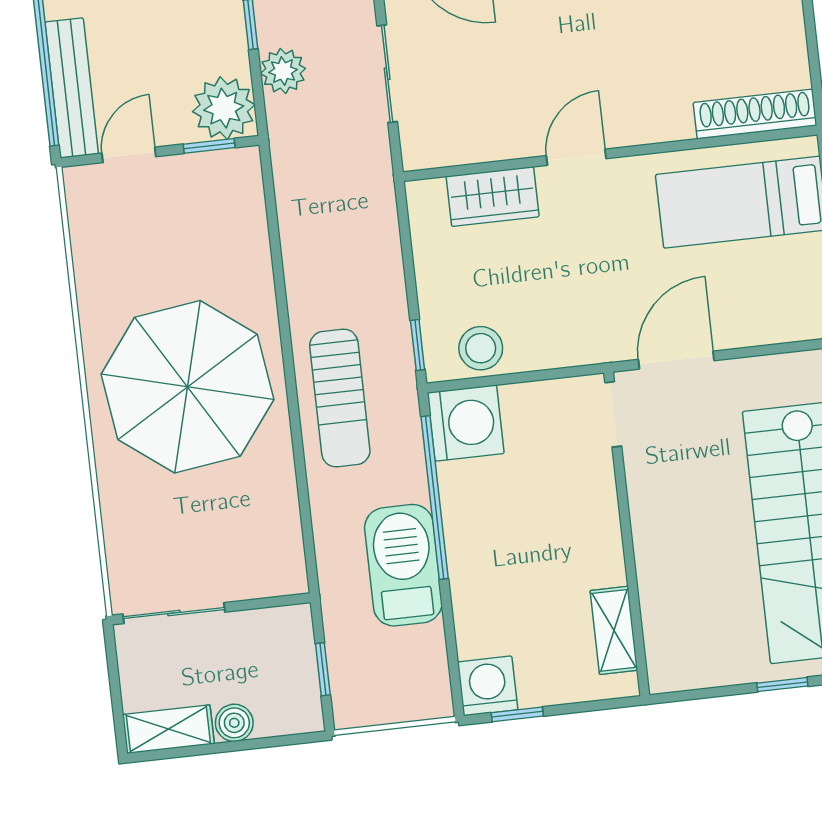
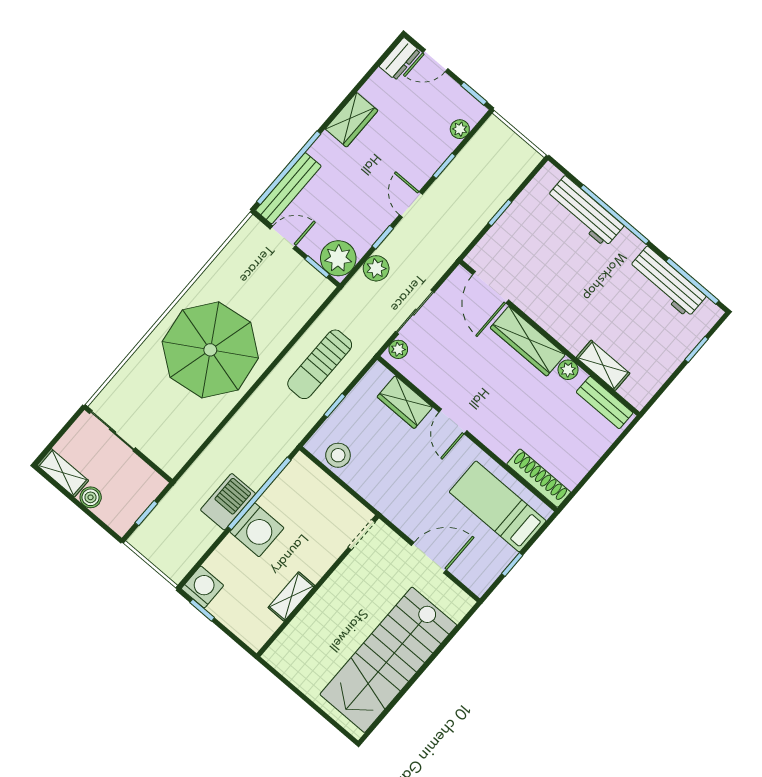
plant: (416, 141) -> (398, 349), added
door: (576, 157) -> (453, 421), swing flipped
window: (418, 345) -> (335, 405), moved
door: (676, 360) -> (429, 558), moved
sun lounger: (340, 398) -> (320, 364), moved
washing machine: (466, 423) -> (257, 530), moved
barbecue: (403, 565) -> (228, 502), width x0.73, depth x0.83
shelving: (614, 630) -> (291, 597), moved
window: (782, 685) -> (315, 707), removed

